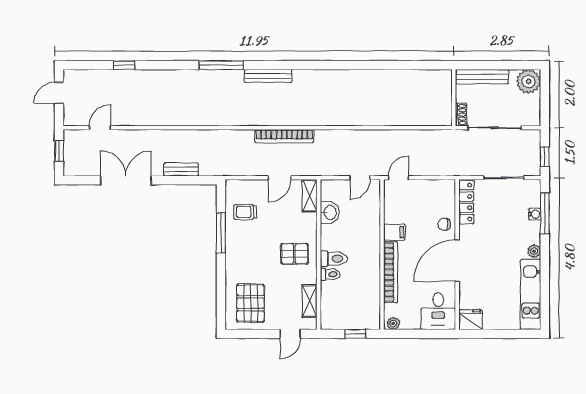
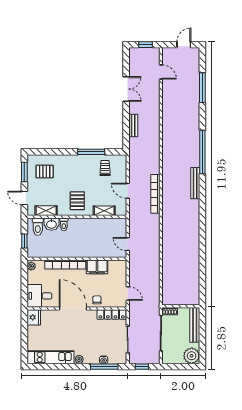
window: (124, 65) -> (202, 88), width x2.17
window: (221, 65) -> (202, 152), width x1.46
door: (59, 93) -> (184, 45), hinge flipped
door: (399, 178) -> (128, 293), moved
double door: (126, 180) -> (126, 89), width x0.73
shelving: (310, 196) -> (104, 211), moved
washbasin: (330, 212) -> (51, 224), moved
filing cabinet: (394, 232) -> (97, 267), width x2.00
toilet: (334, 259) -> (38, 227), moved
pallet: (250, 303) -> (45, 171), width x0.67, depth x0.71
window: (251, 334) -> (24, 172), added

